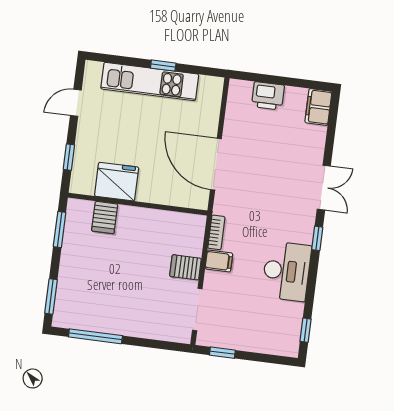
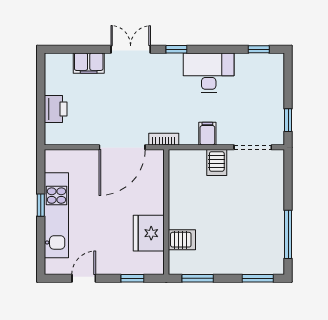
door: (76, 103) -> (84, 278), swing flipped
filing cabinet: (318, 107) -> (89, 63), moved
bookcase: (216, 232) -> (164, 139), moved

